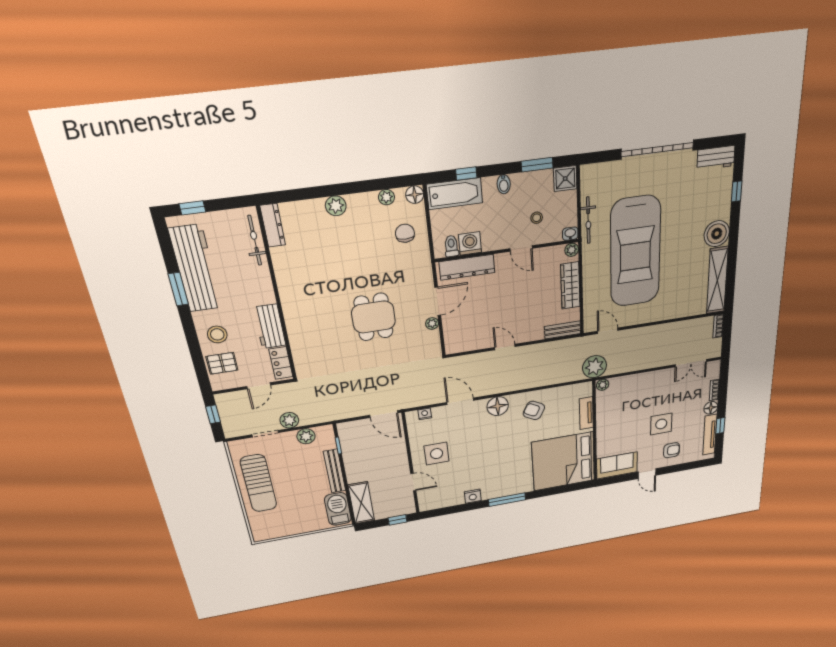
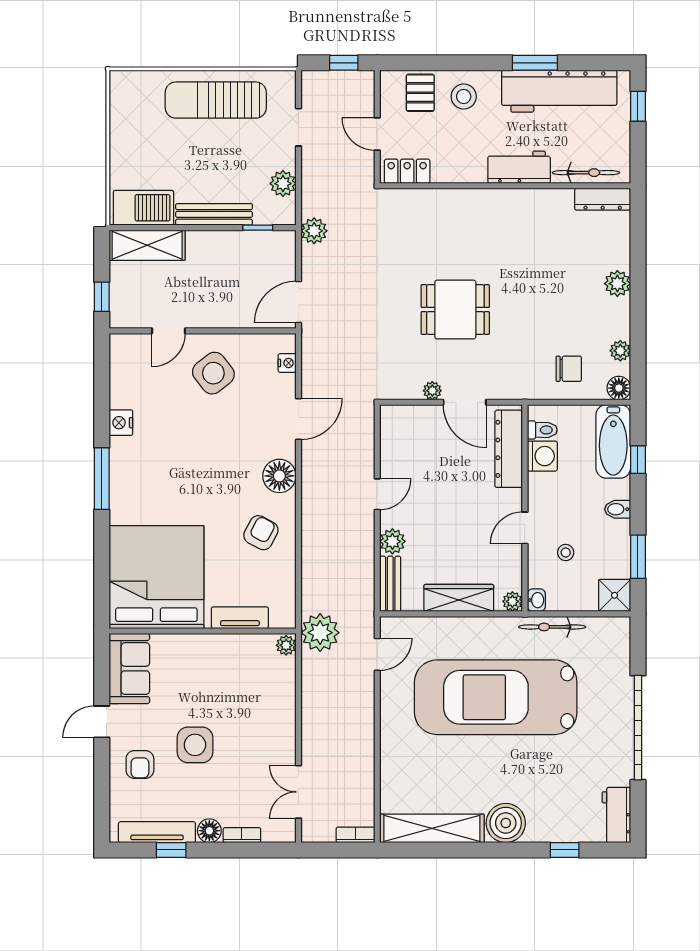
workbench: (270, 326) -> (519, 167), moved
plant: (535, 333) -> (392, 541), added
plant: (289, 420) -> (314, 231), moved
side table: (437, 454) -> (213, 373), turned -38

